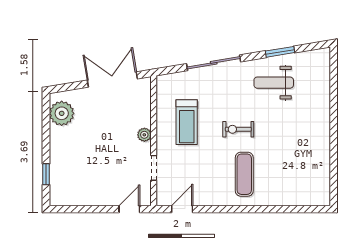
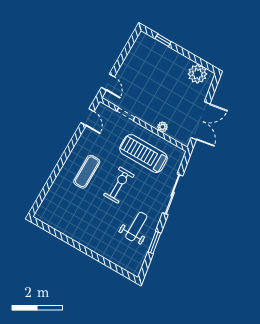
treadmill: (187, 122) -> (143, 154), width x1.37, depth x1.38
exercise bike: (238, 129) -> (119, 185), width x1.38, depth x1.39
plant: (144, 135) -> (162, 127), moved
exercise mat: (244, 174) -> (87, 172), turned 90

